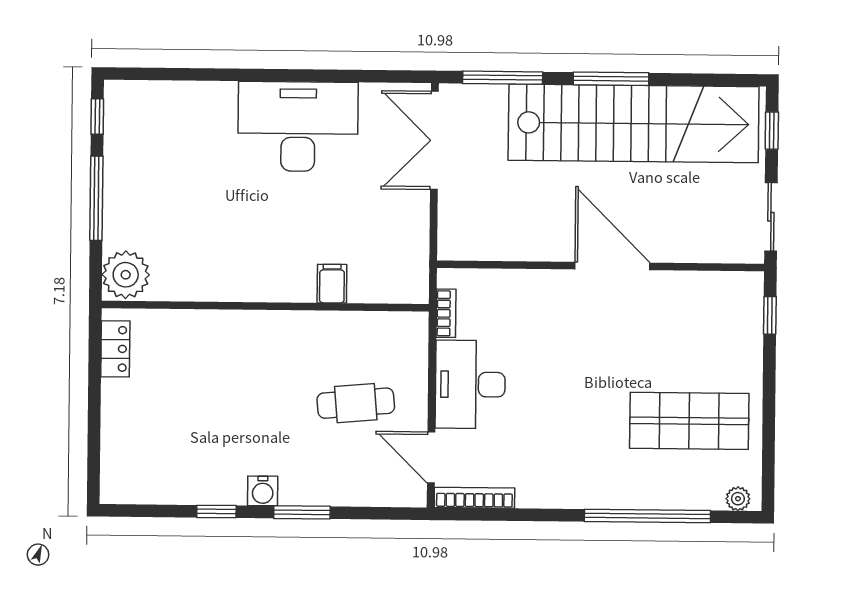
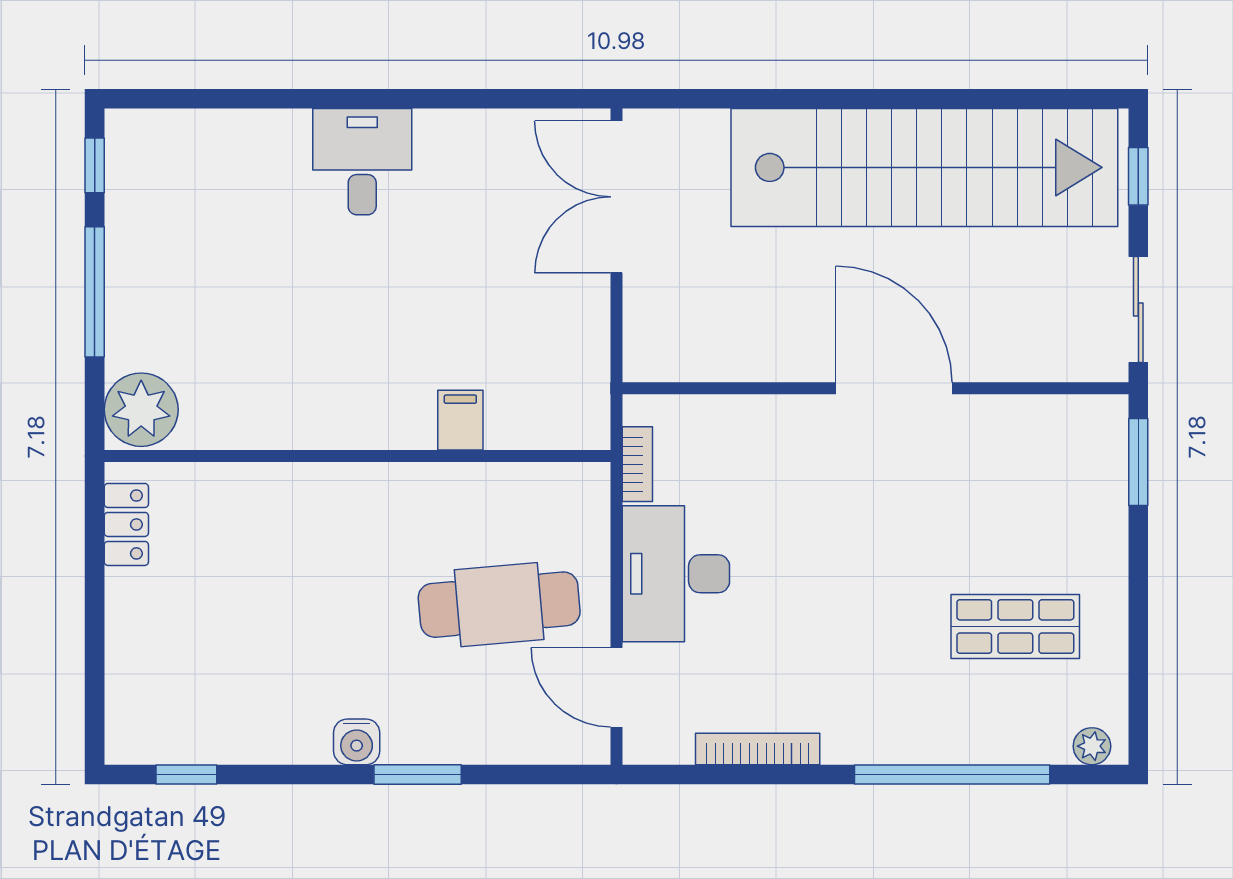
window: (503, 78) -> (721, 99), removed
window: (611, 79) -> (889, 99), removed
desk: (298, 127) -> (362, 162), width x0.53, depth x0.77
window: (770, 315) -> (1138, 462), width x1.50
cafe table: (356, 403) -> (499, 605), width x1.37, depth x1.35
shop shelf: (689, 421) -> (1015, 626), width x0.70, depth x0.74
bookcase: (474, 498) -> (758, 749), moved
window: (216, 512) -> (186, 774), moved

